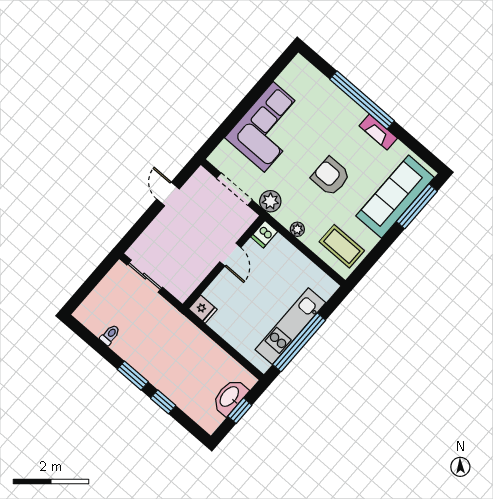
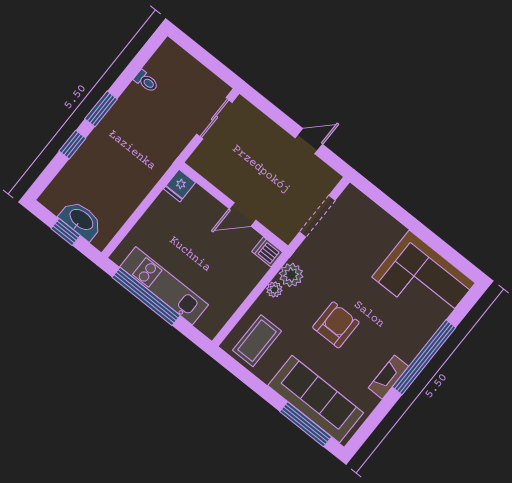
corner sofa: (269, 127) -> (424, 280), moved
plant: (270, 201) -> (291, 275), moved

